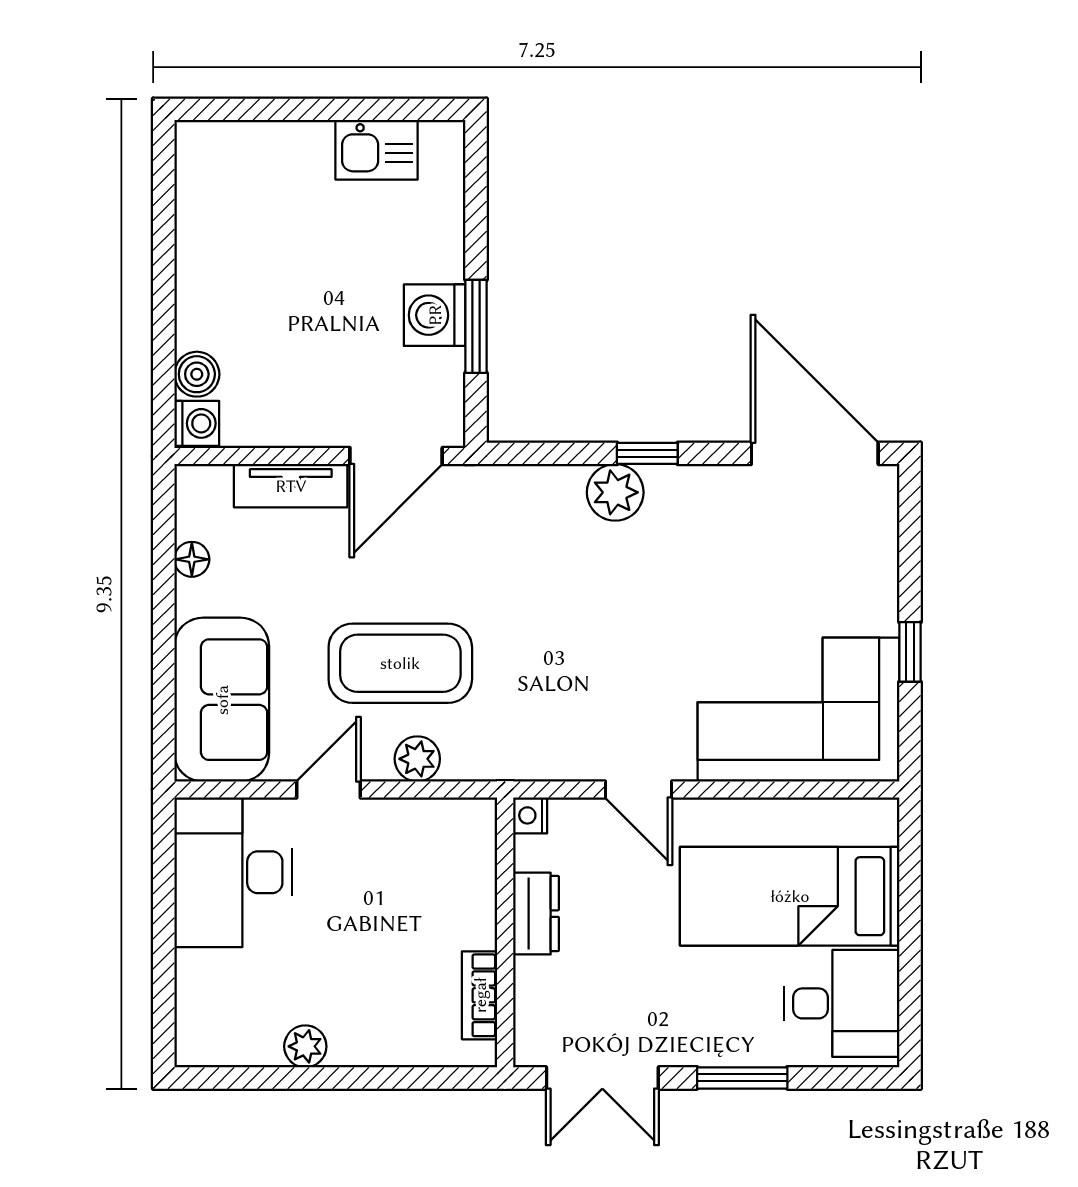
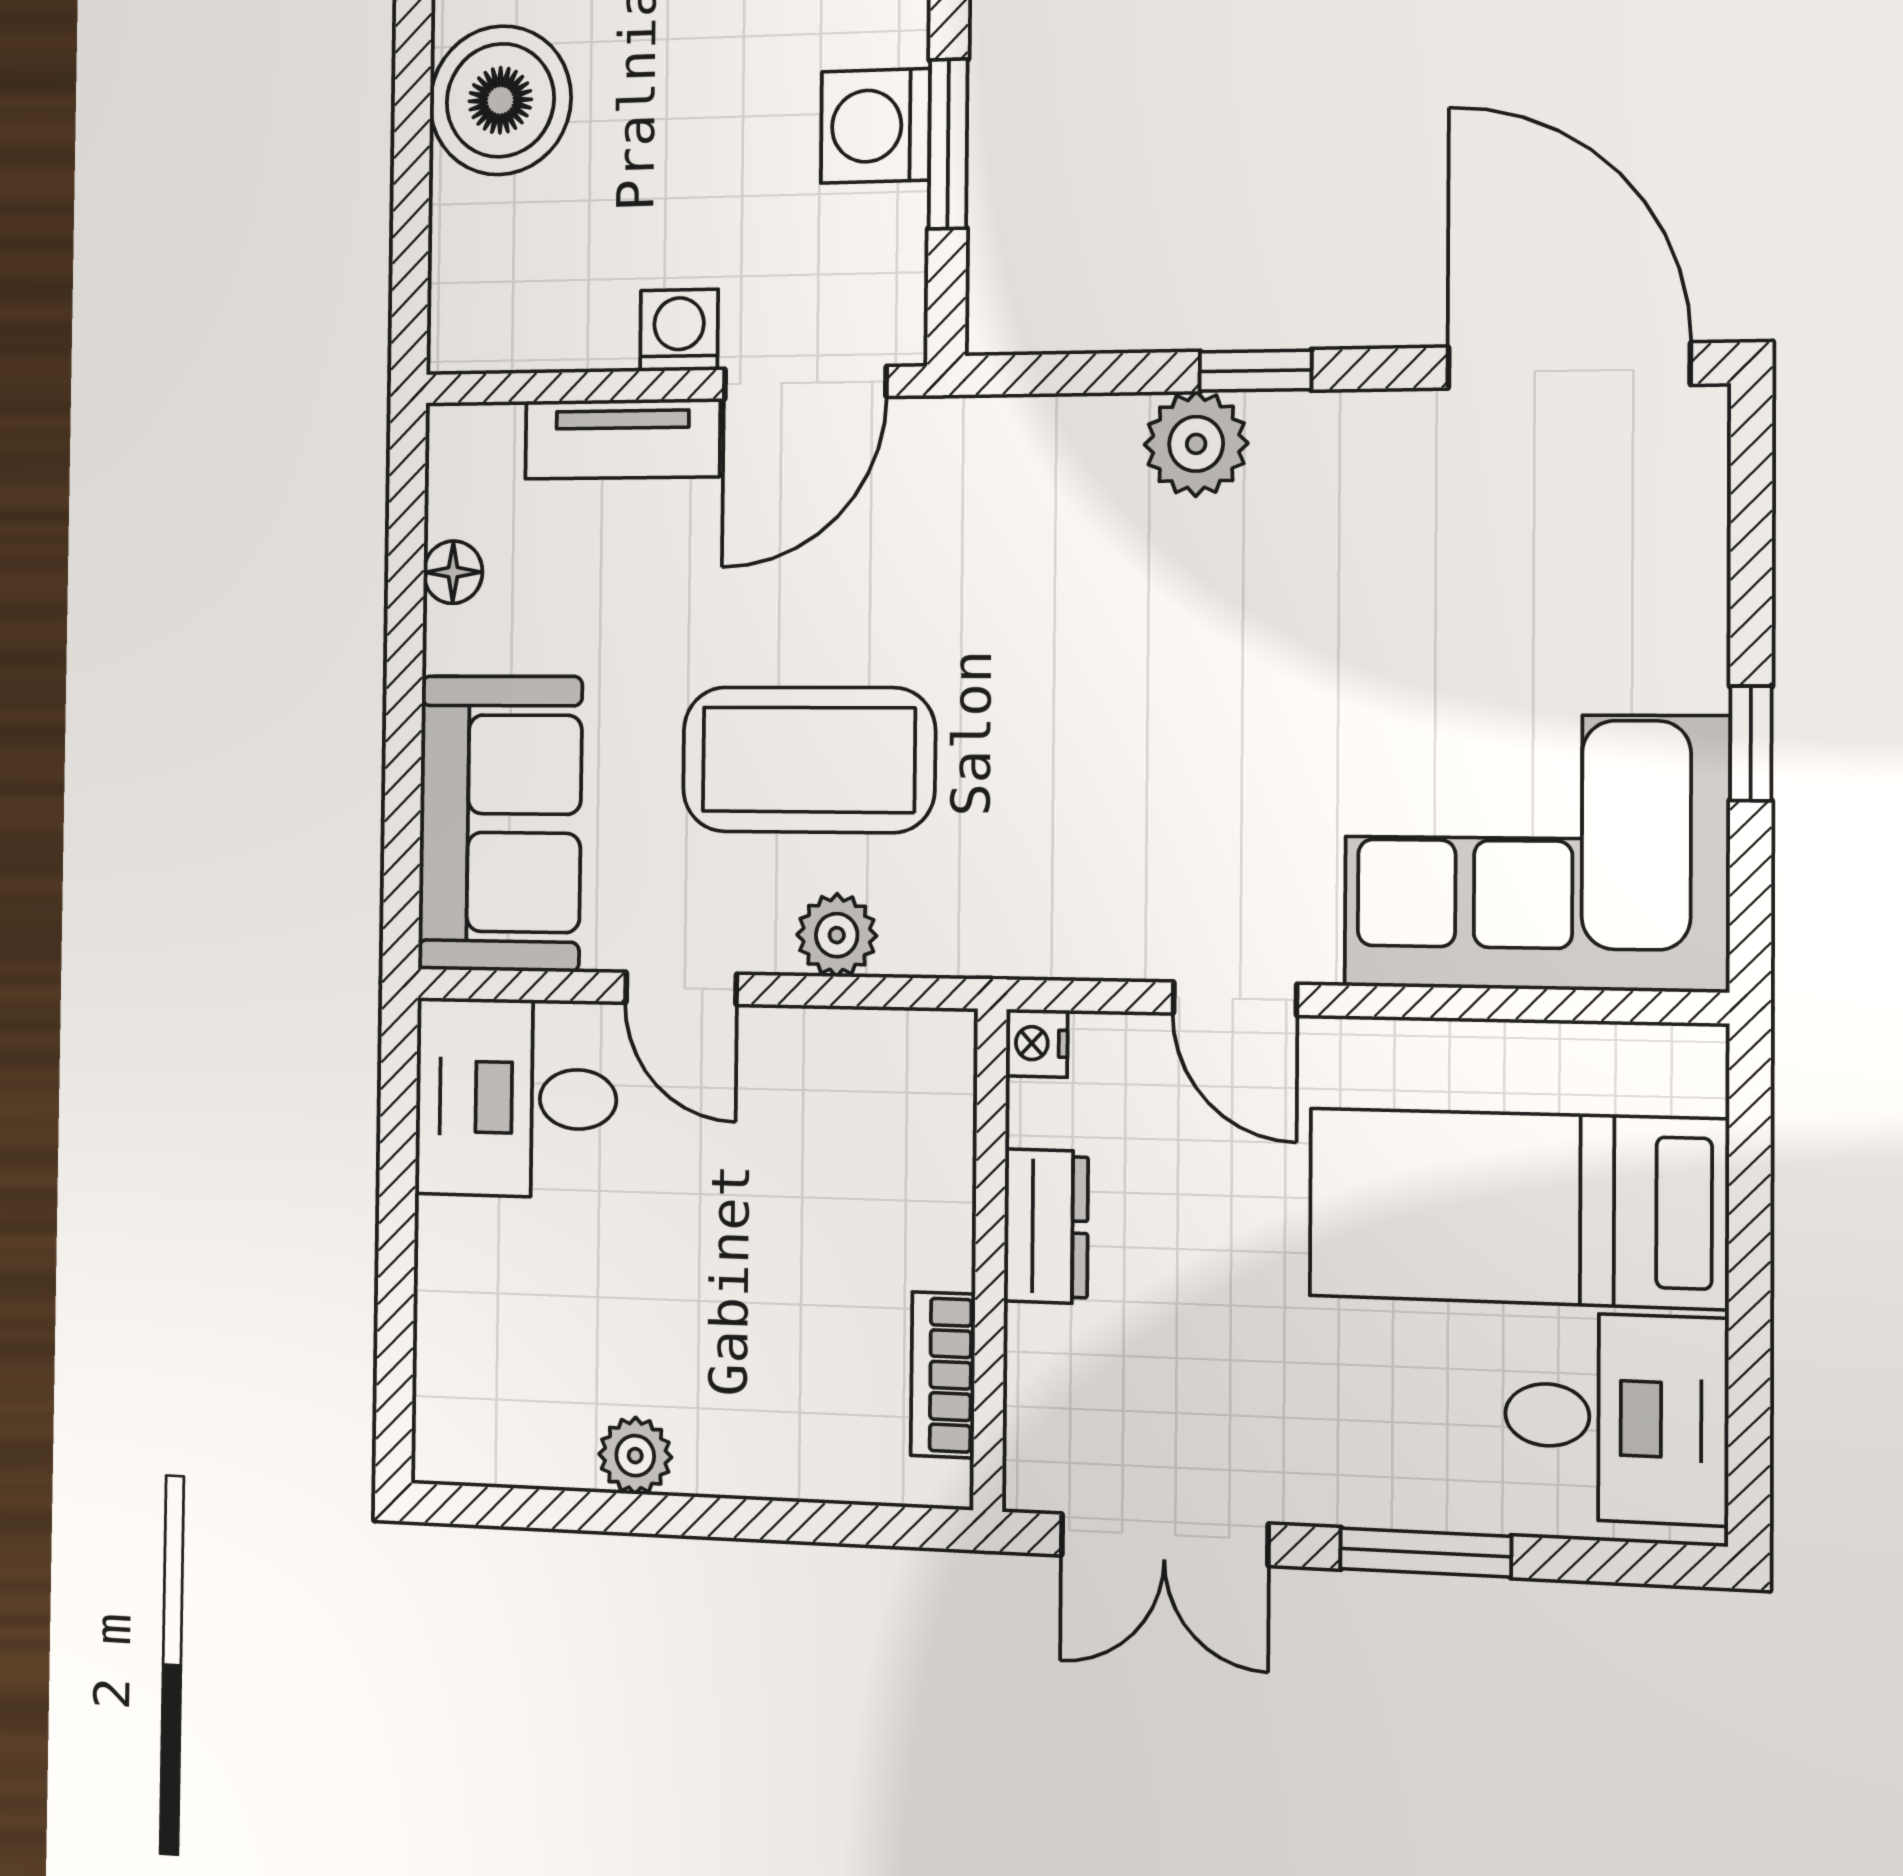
boiler: (197, 374) -> (500, 100), moved, width x1.86, depth x1.86
washing machine: (197, 423) -> (679, 330), moved, turned -90
door: (329, 790) -> (681, 988), swing flipped
desk: (233, 872) -> (516, 1098), width x0.73

